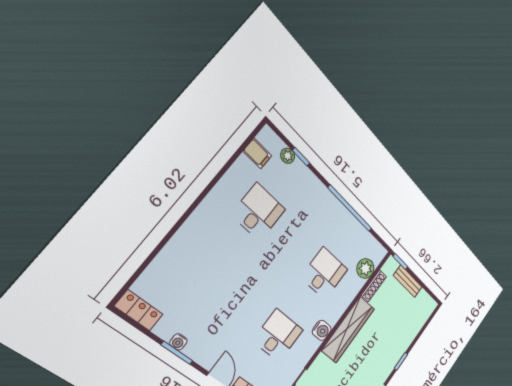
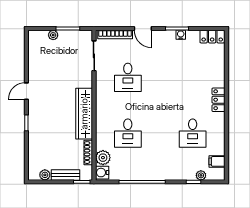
locker: (196, 224) -> (219, 100), added
plant: (423, 297) -> (45, 175), added
water cooler: (322, 330) -> (102, 173), moved

